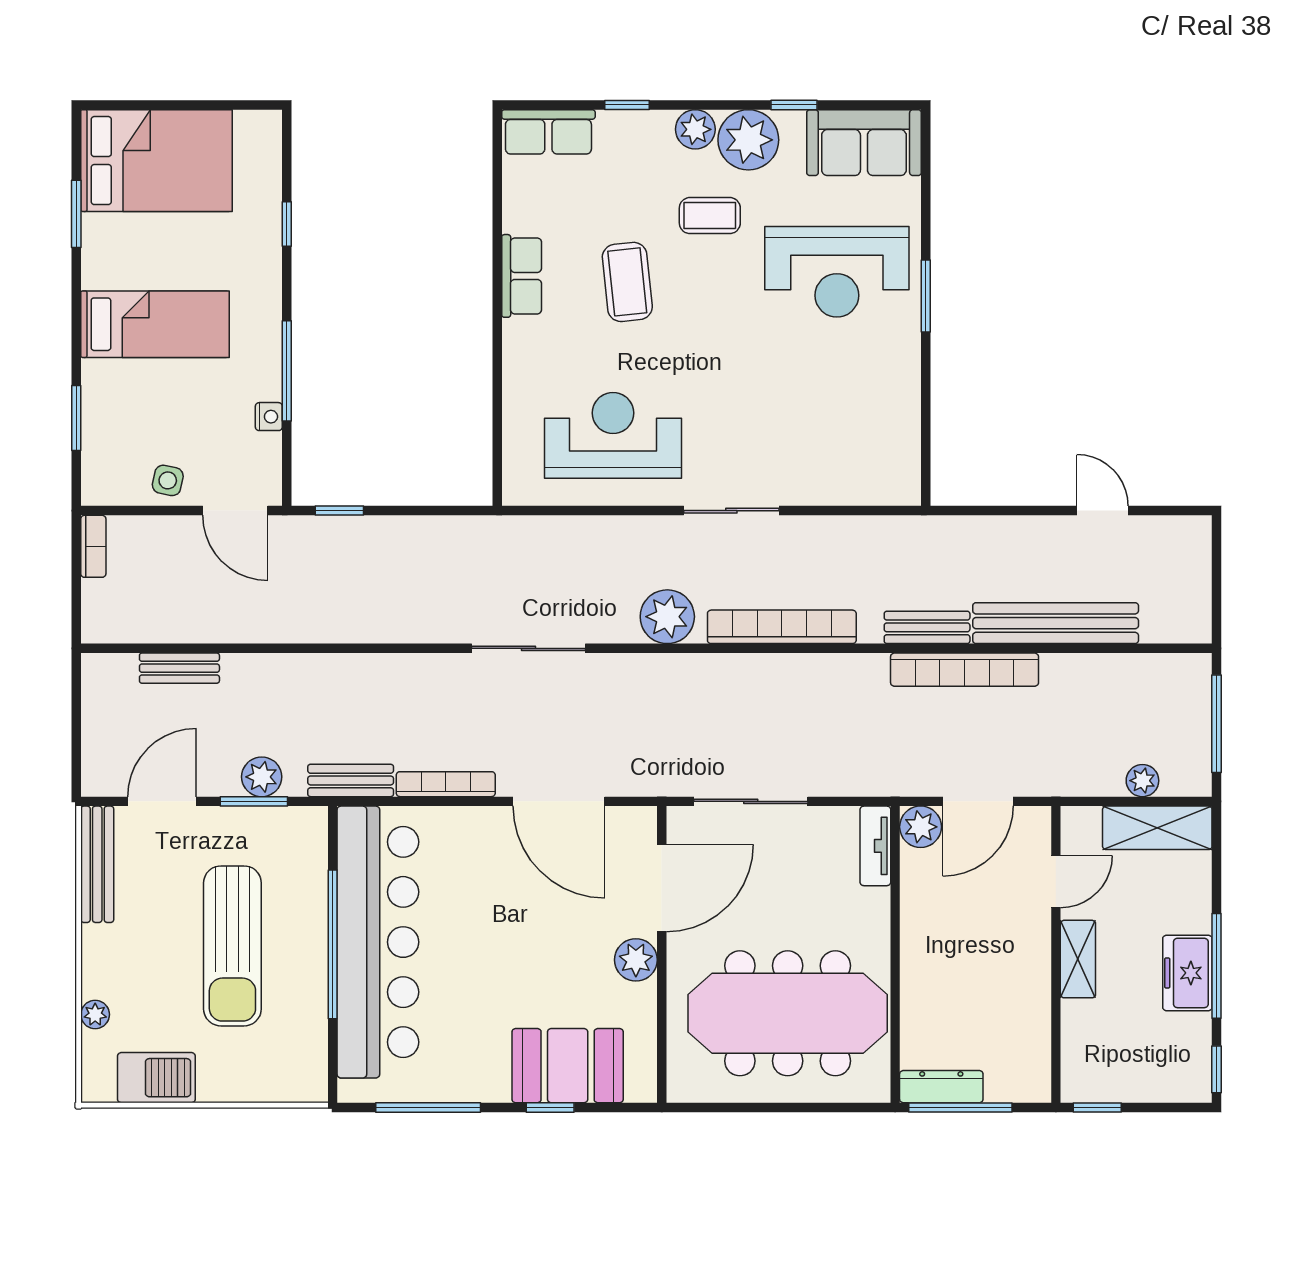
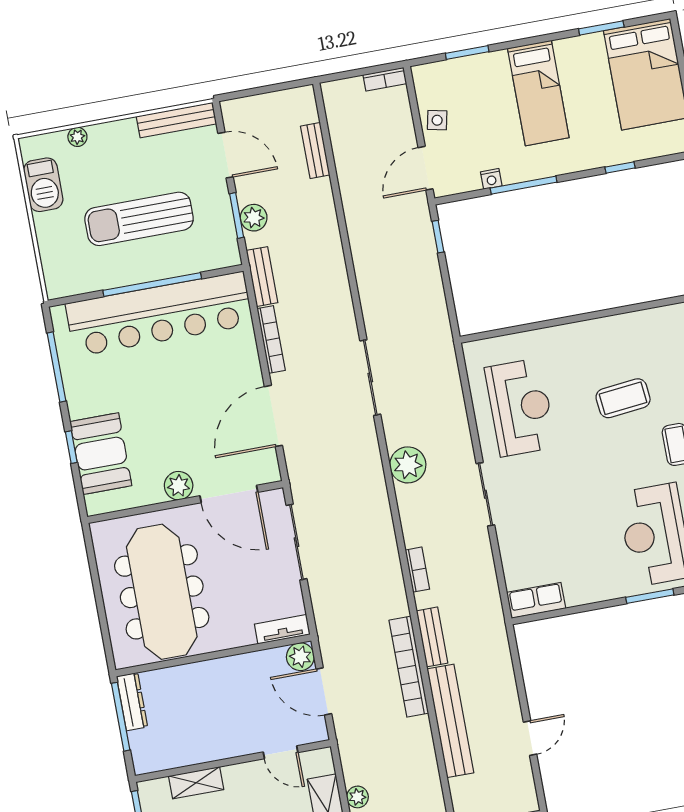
row of seats: (522, 276) -> (536, 600), moved, turned 180
bookcase: (782, 627) -> (417, 570), width x0.43, depth x0.76
shelving: (1078, 959) -> (196, 783), moved

